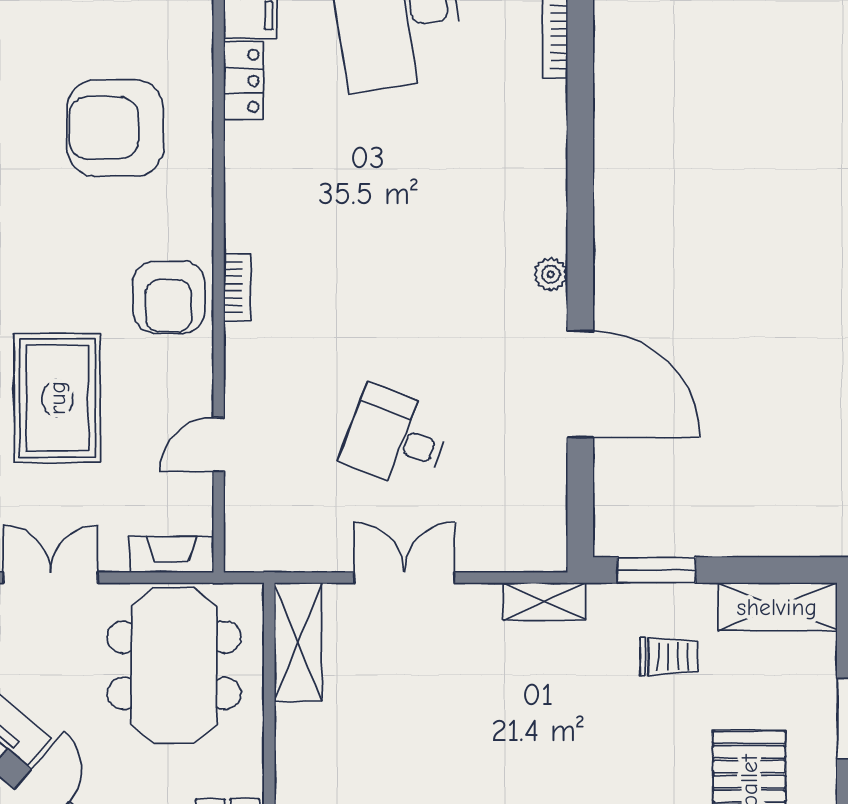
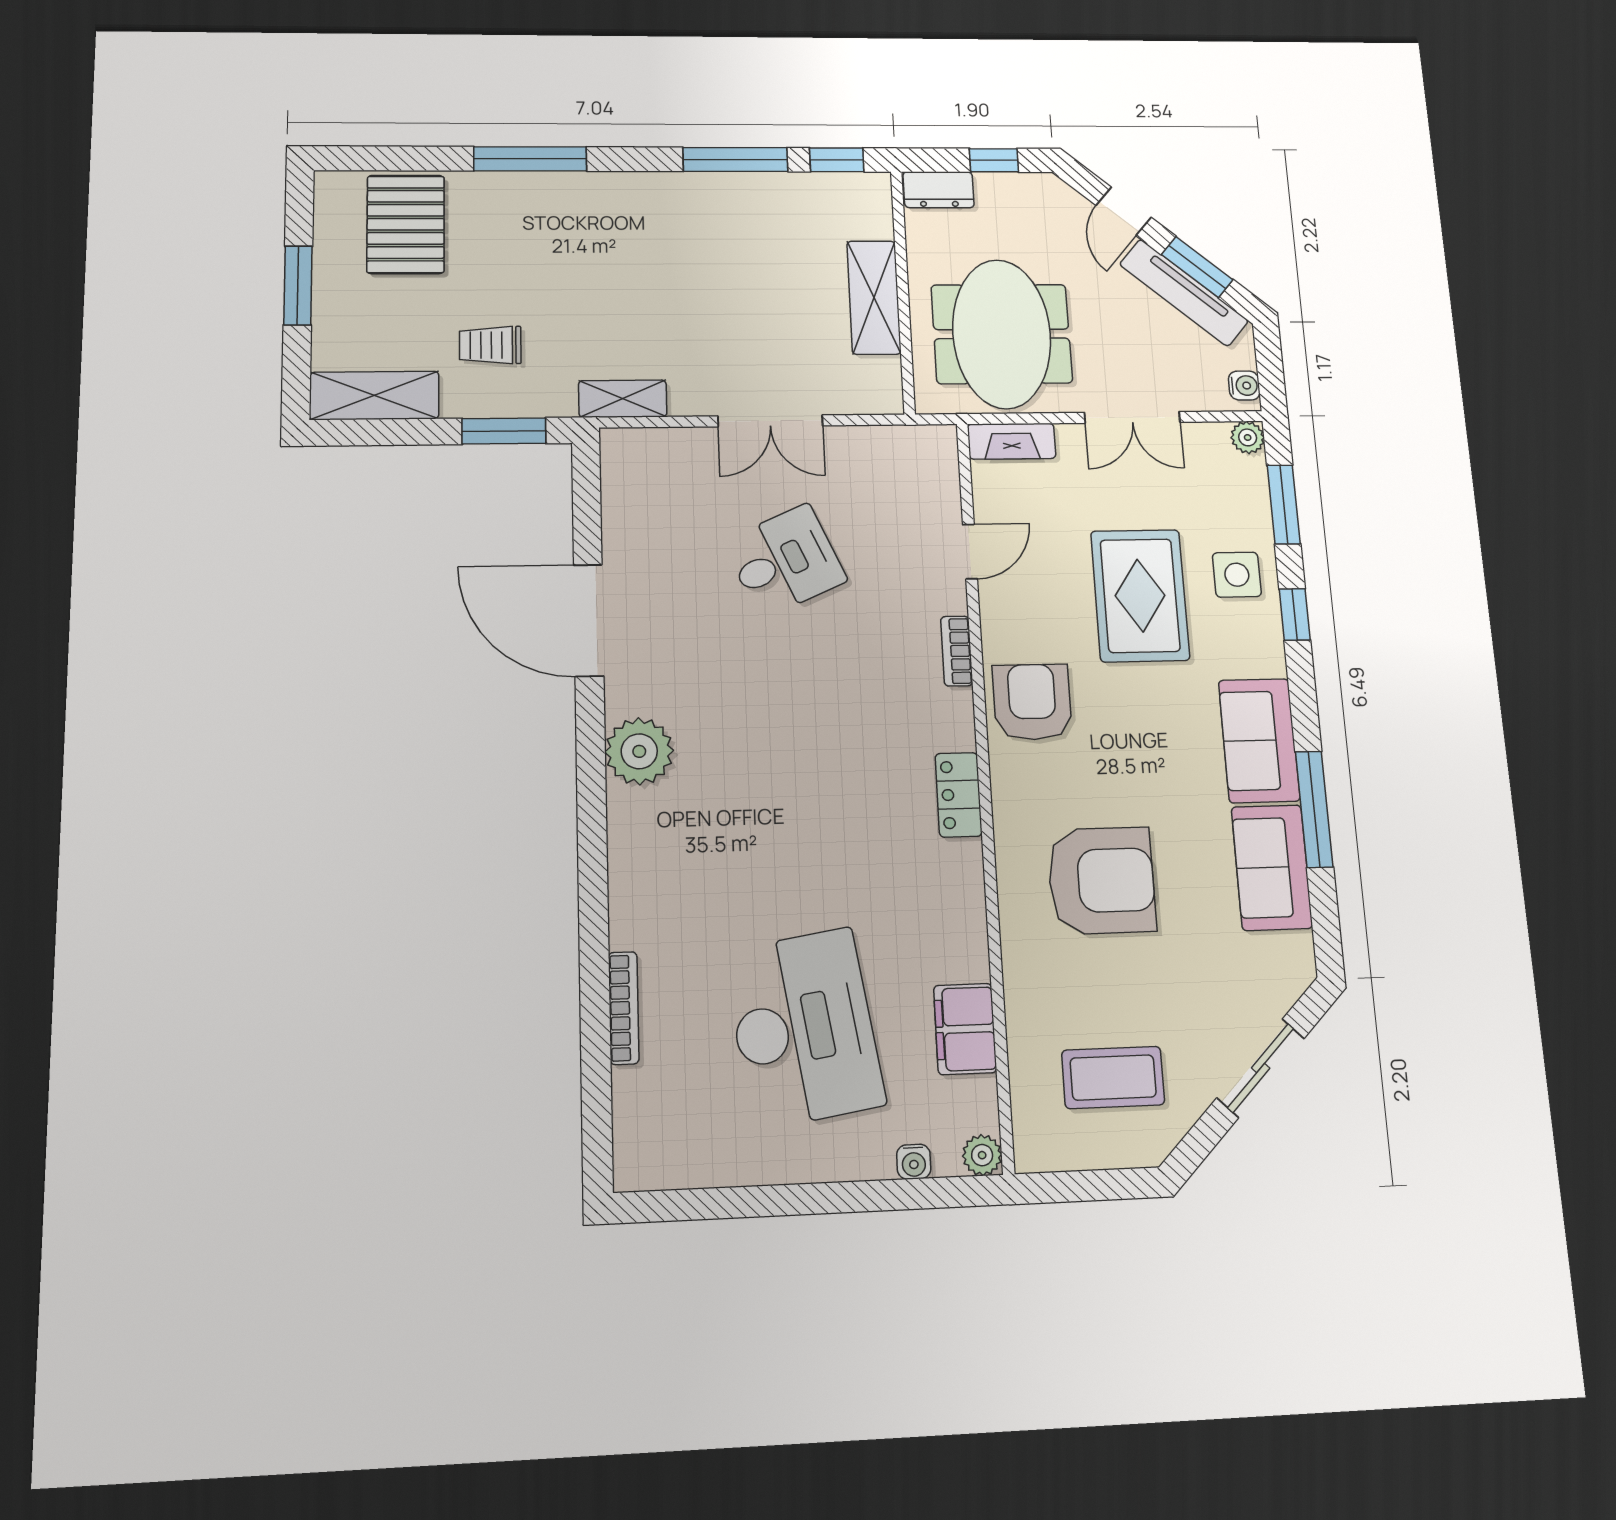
locker: (243, 81) -> (959, 795), moved
plant: (551, 274) -> (639, 751), width x1.88, depth x1.88
bookcase: (237, 287) -> (957, 651), moved
desk: (396, 438) -> (785, 561), turned -45
shelving: (298, 642) -> (874, 297), moved

